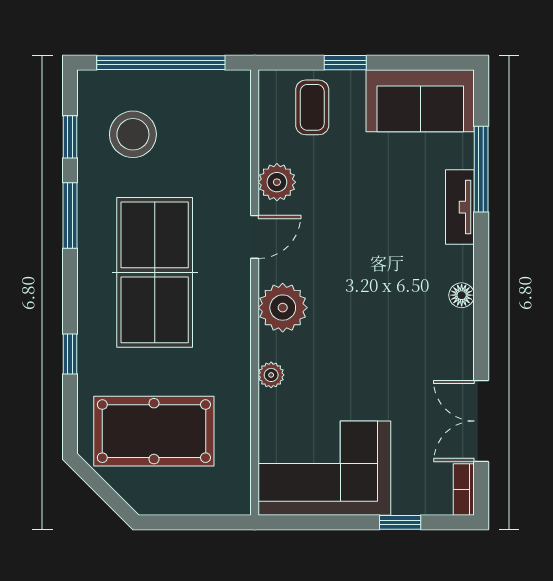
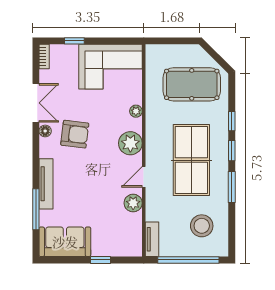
tv unit: (237, 106) -> (152, 239), added
coffee table: (312, 107) -> (116, 239), removed
window: (70, 137) -> (232, 151), moved
tv unit: (460, 207) -> (46, 184), width x1.41
floor lamp: (462, 295) -> (45, 131), moved
armchair: (399, 327) -> (75, 134), added
double door: (481, 421) -> (36, 103), moved

